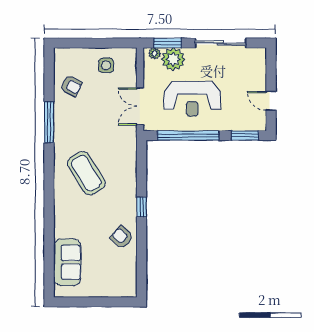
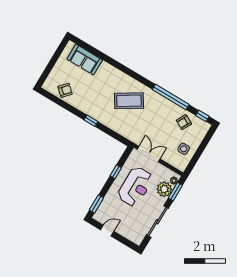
window: (49, 67) -> (202, 116), added
reception desk: (192, 99) -> (135, 187), turned 180
window: (49, 122) -> (171, 97), width x1.46
window: (188, 135) -> (116, 172), width x0.32
armchair: (122, 237) -> (65, 90), moved

